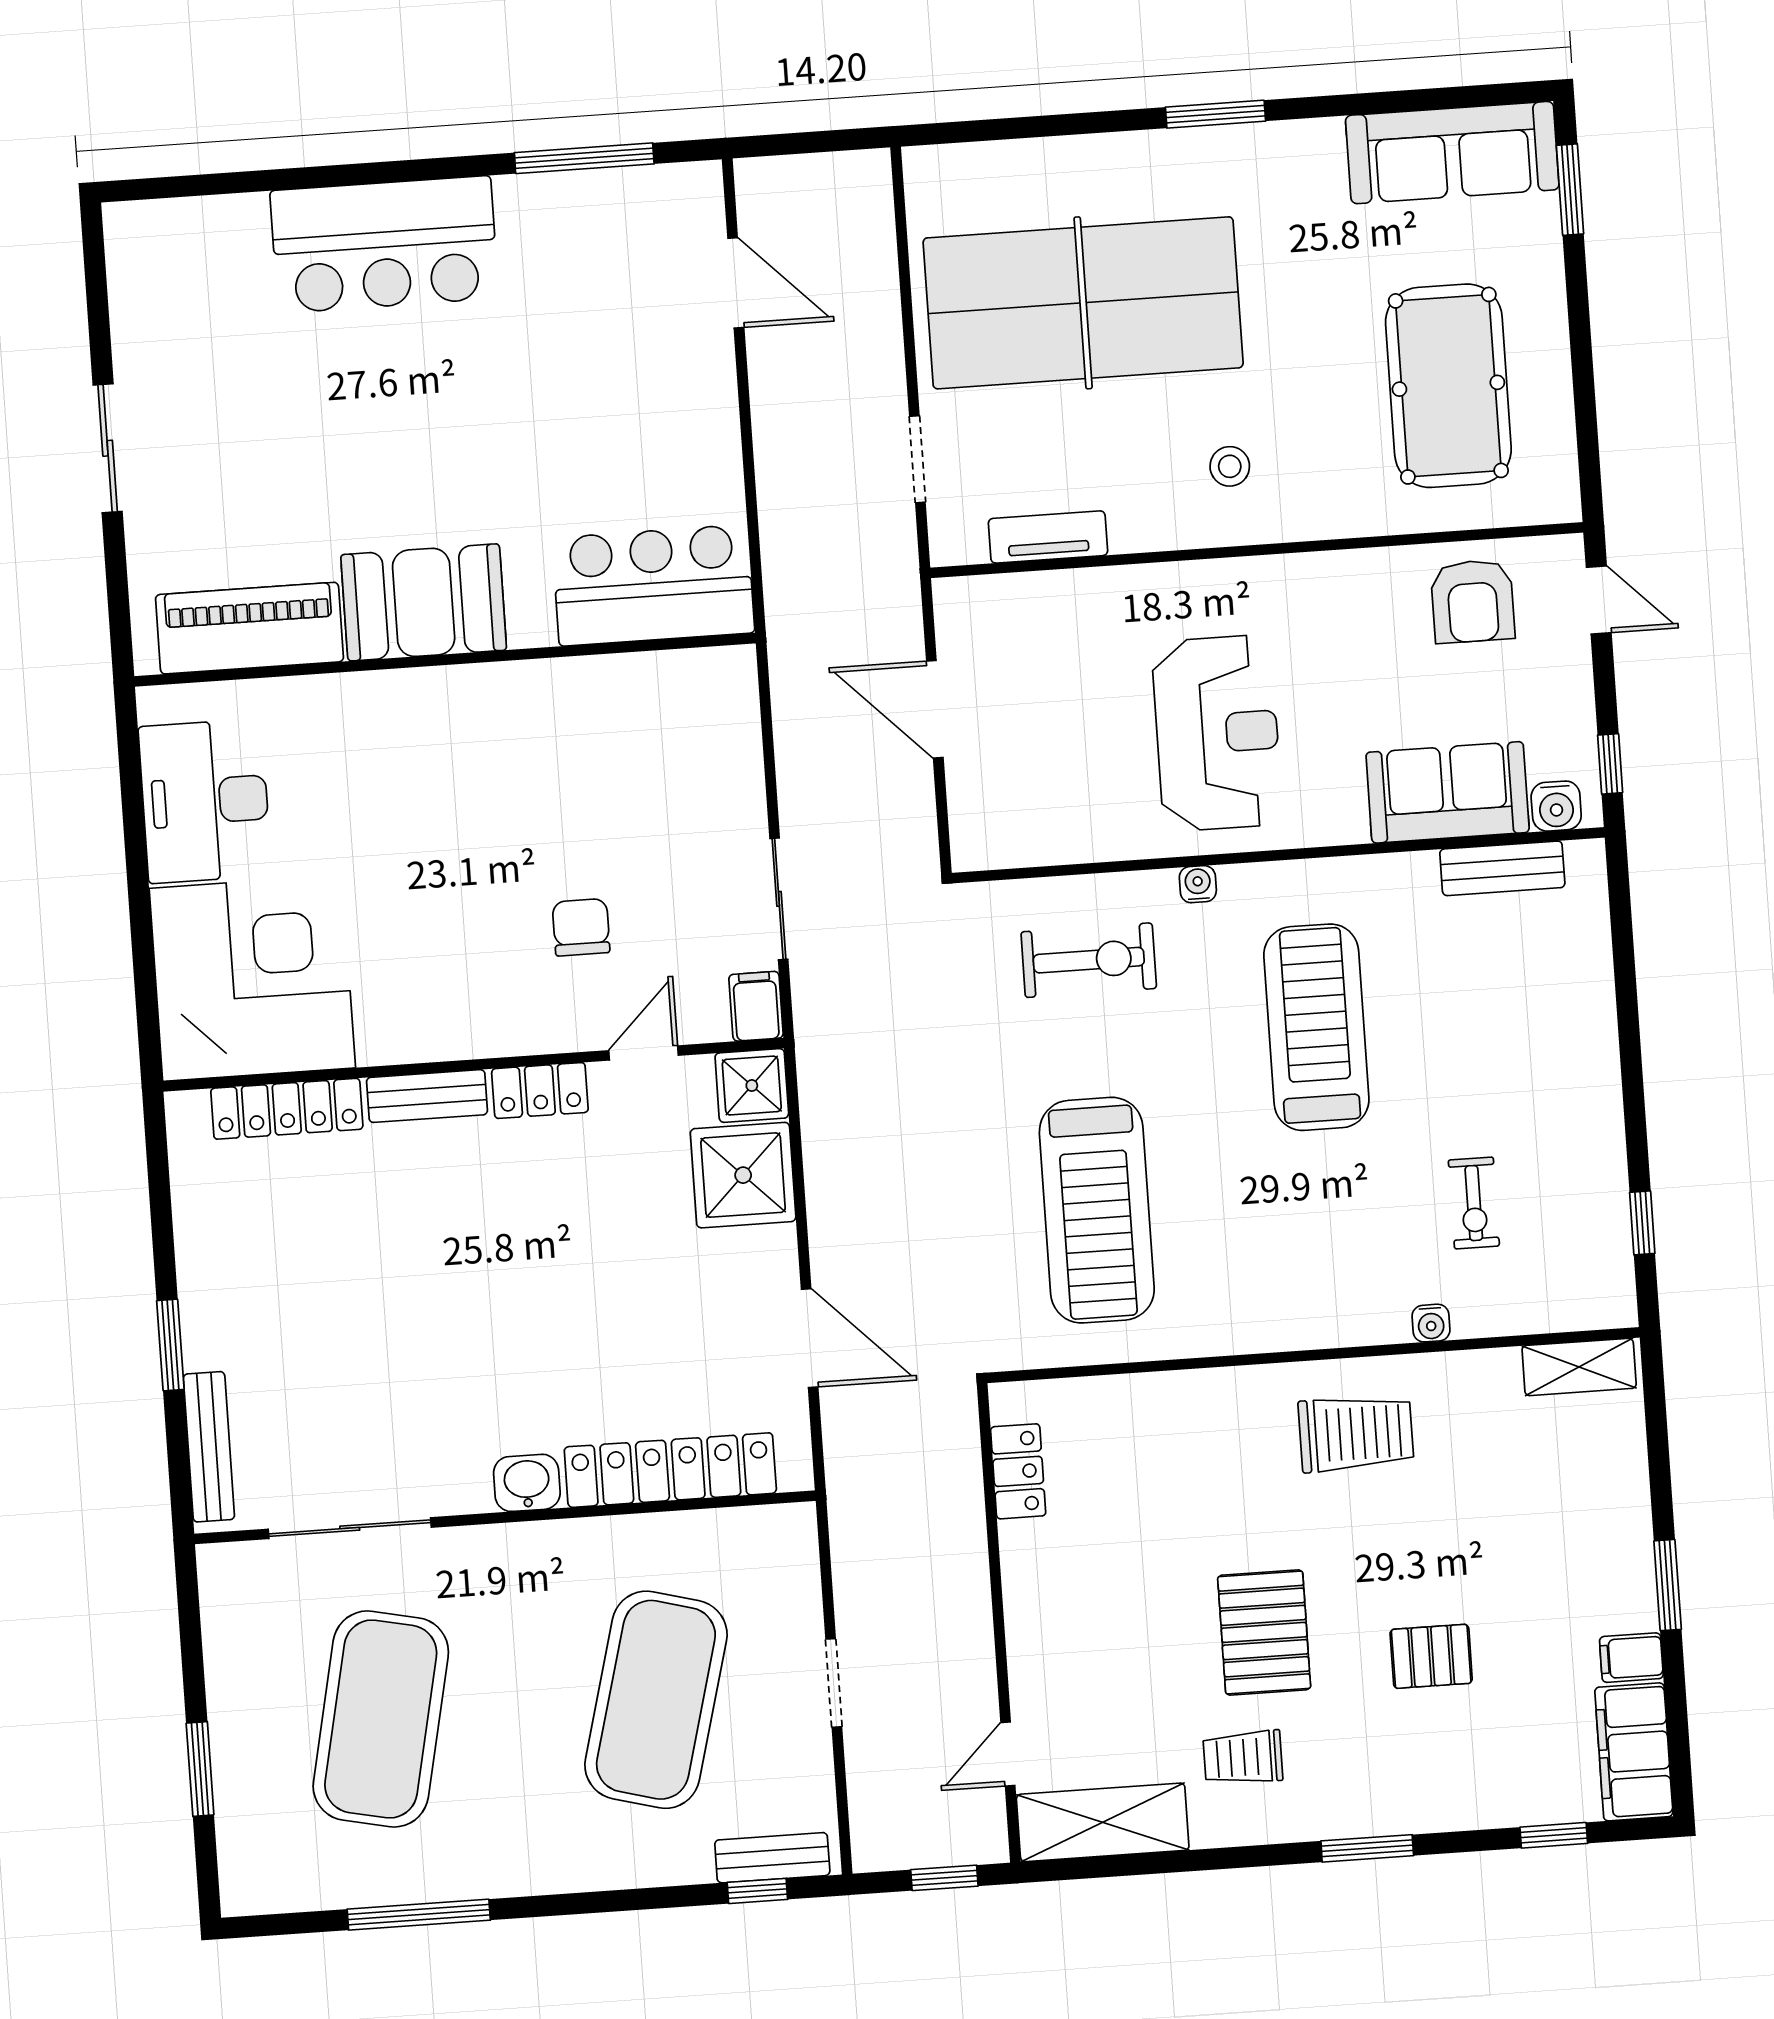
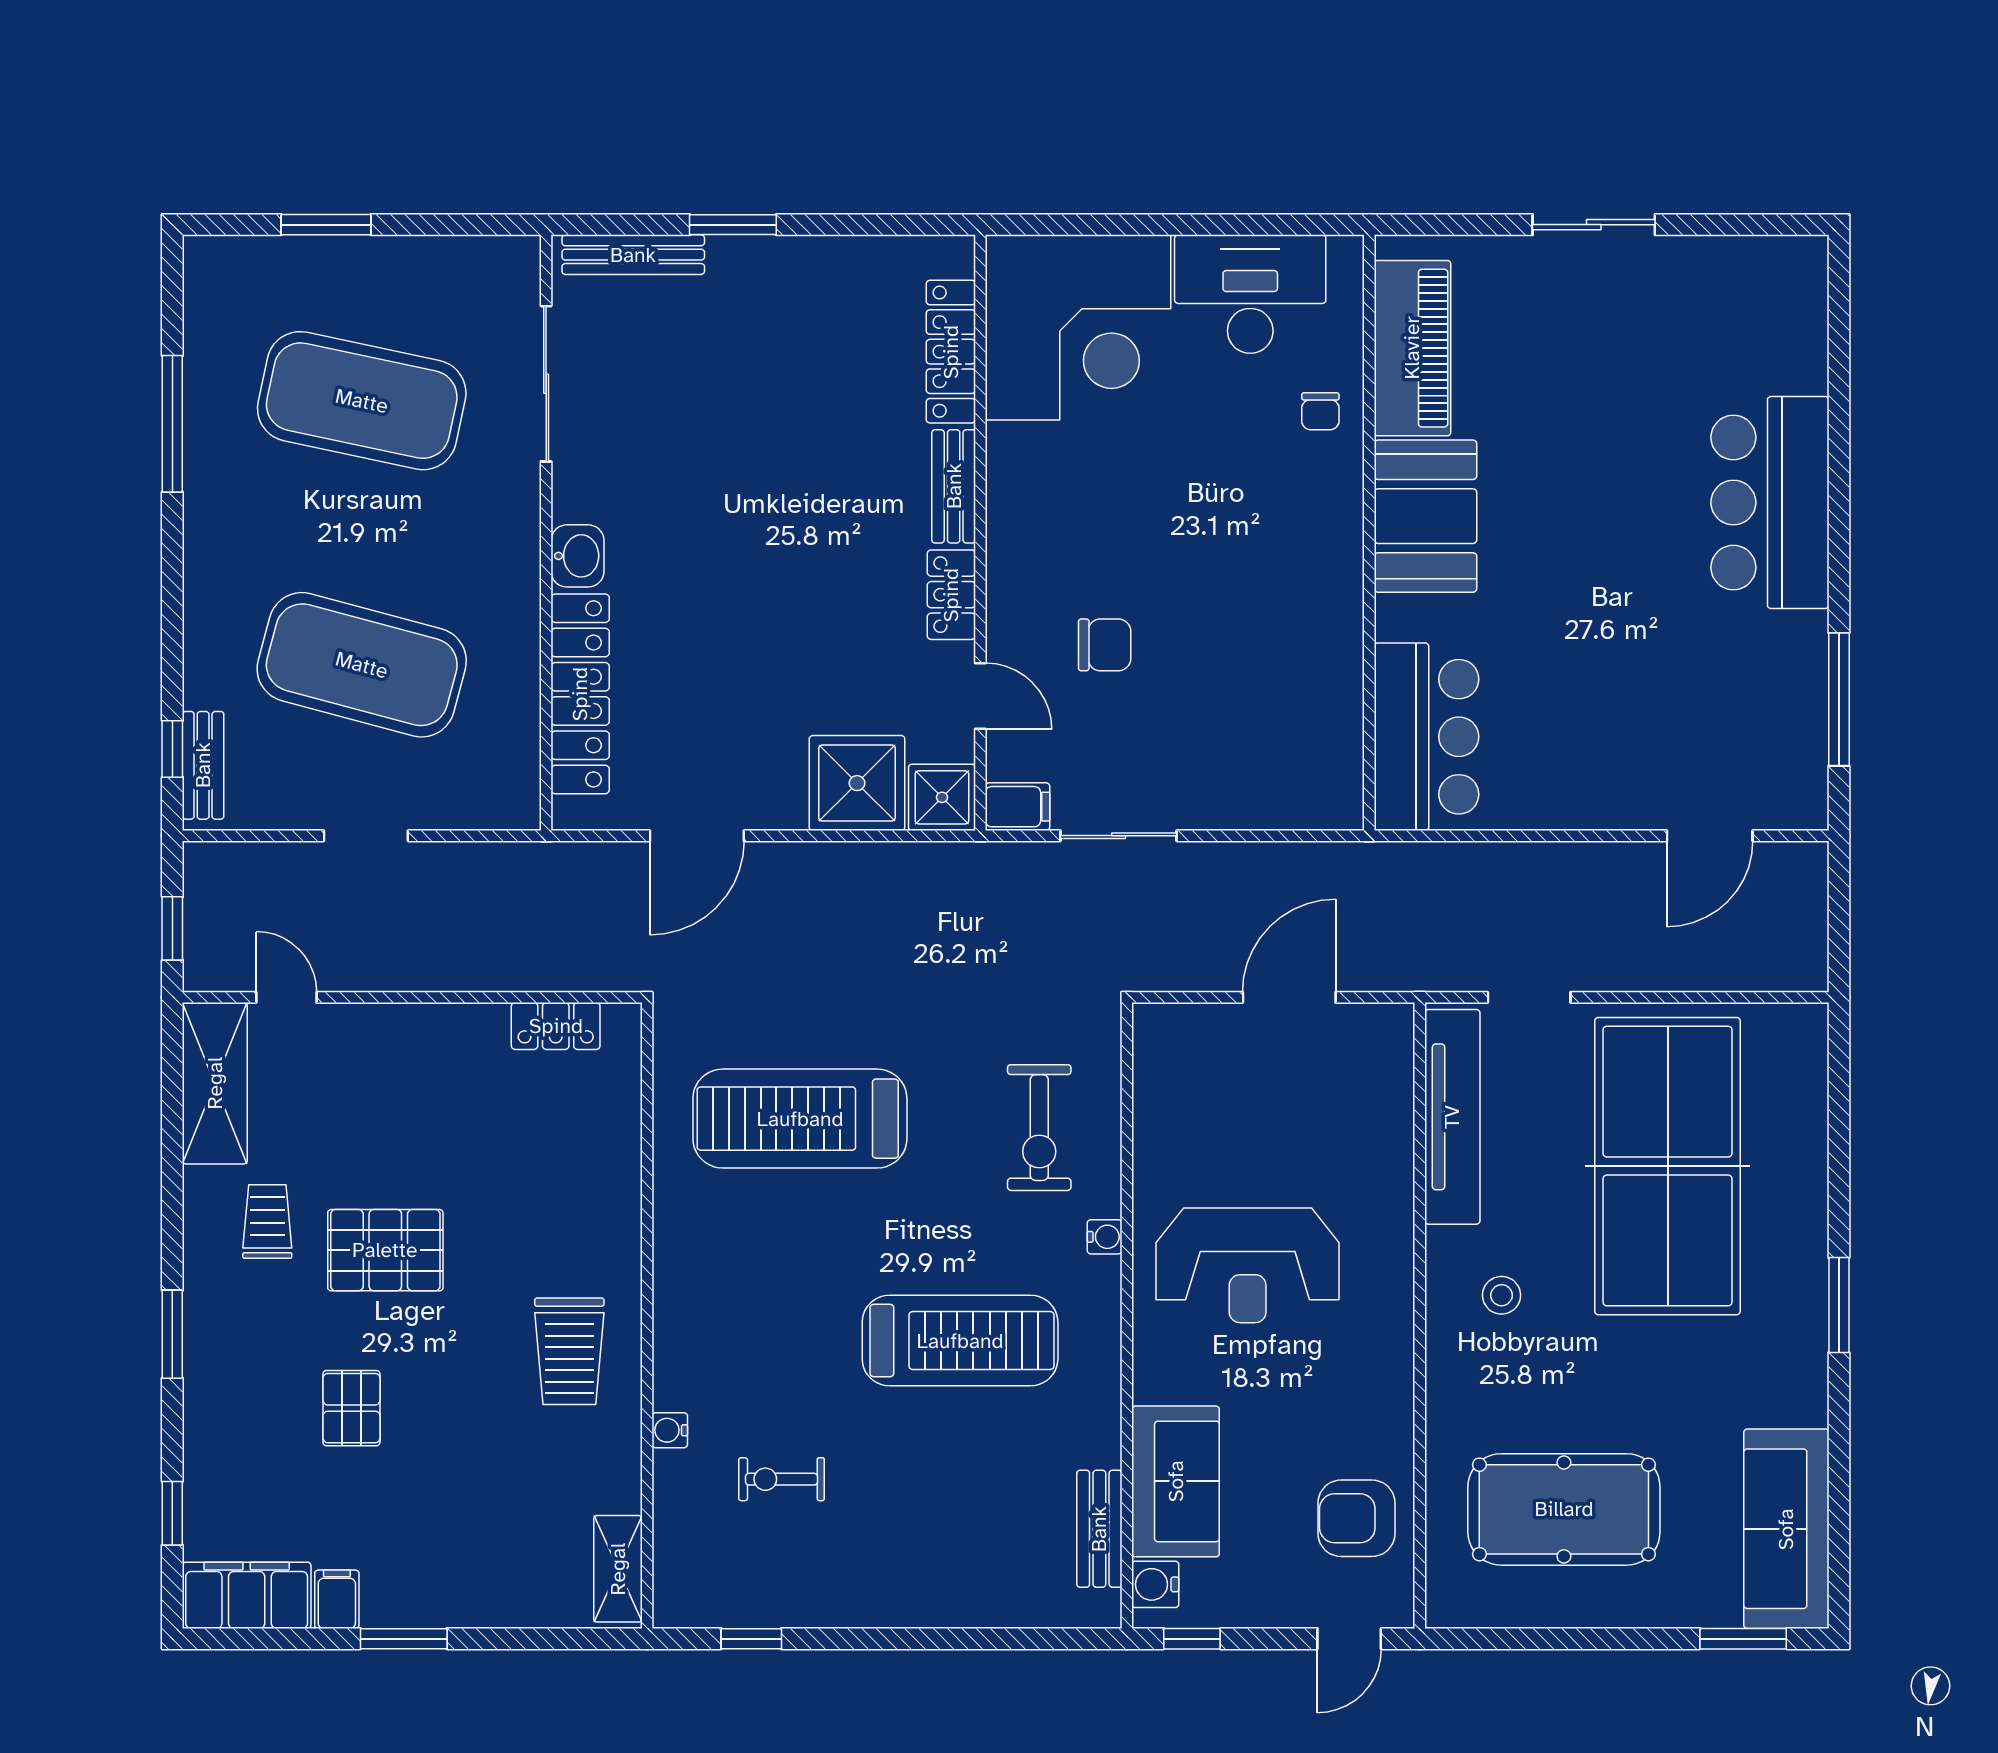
tv unit: (1048, 537) -> (1452, 1117), width x1.92, depth x1.29
chair: (322, 719) -> (1320, 411), added

